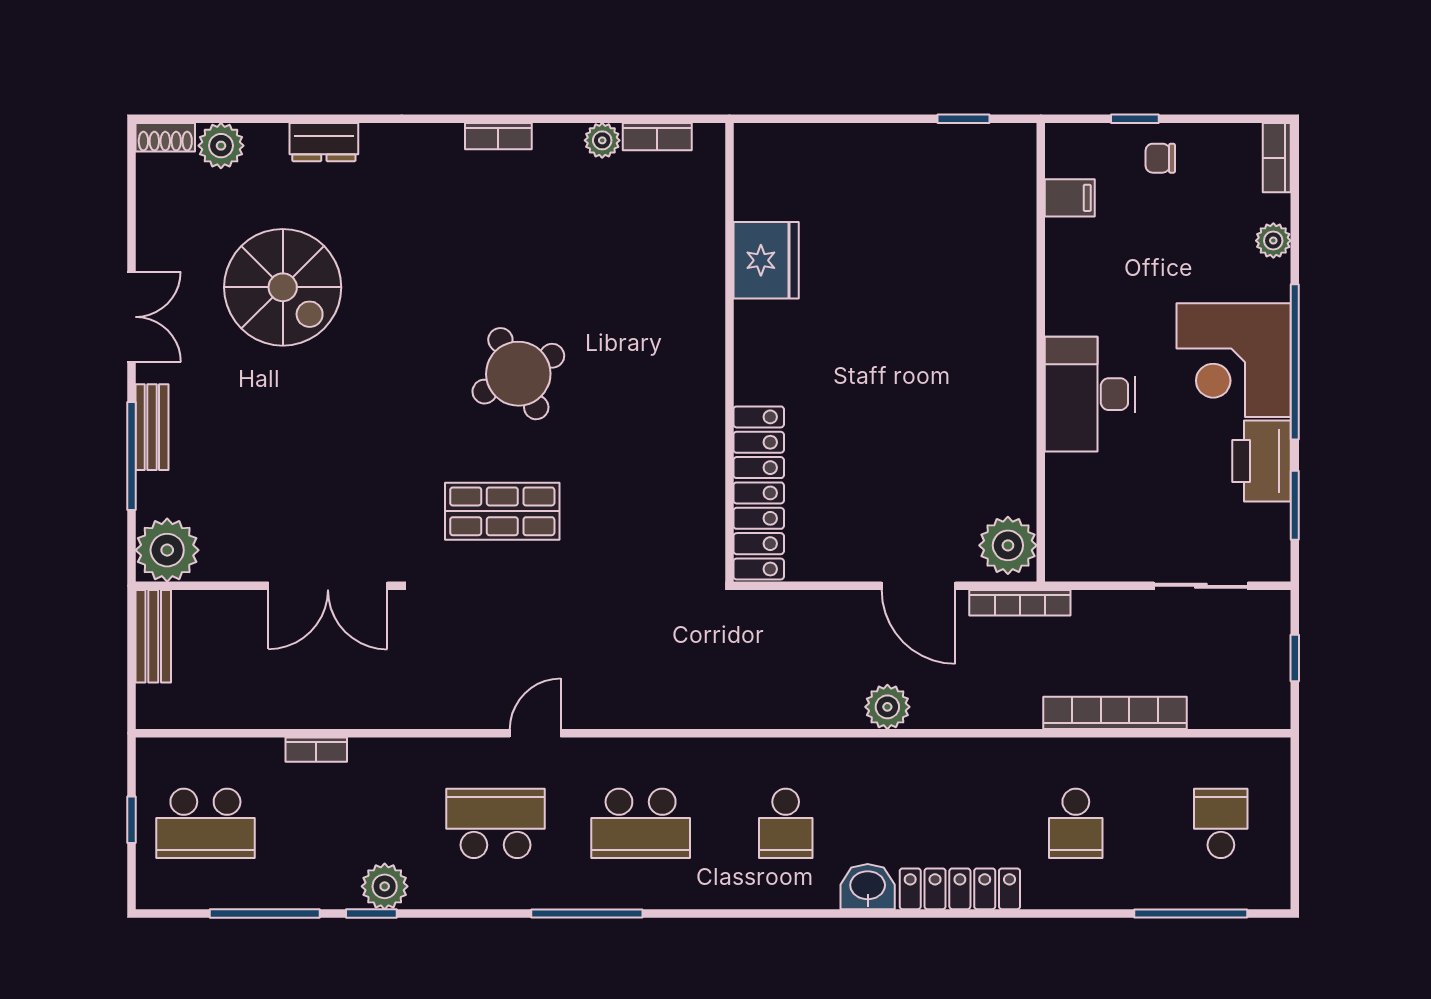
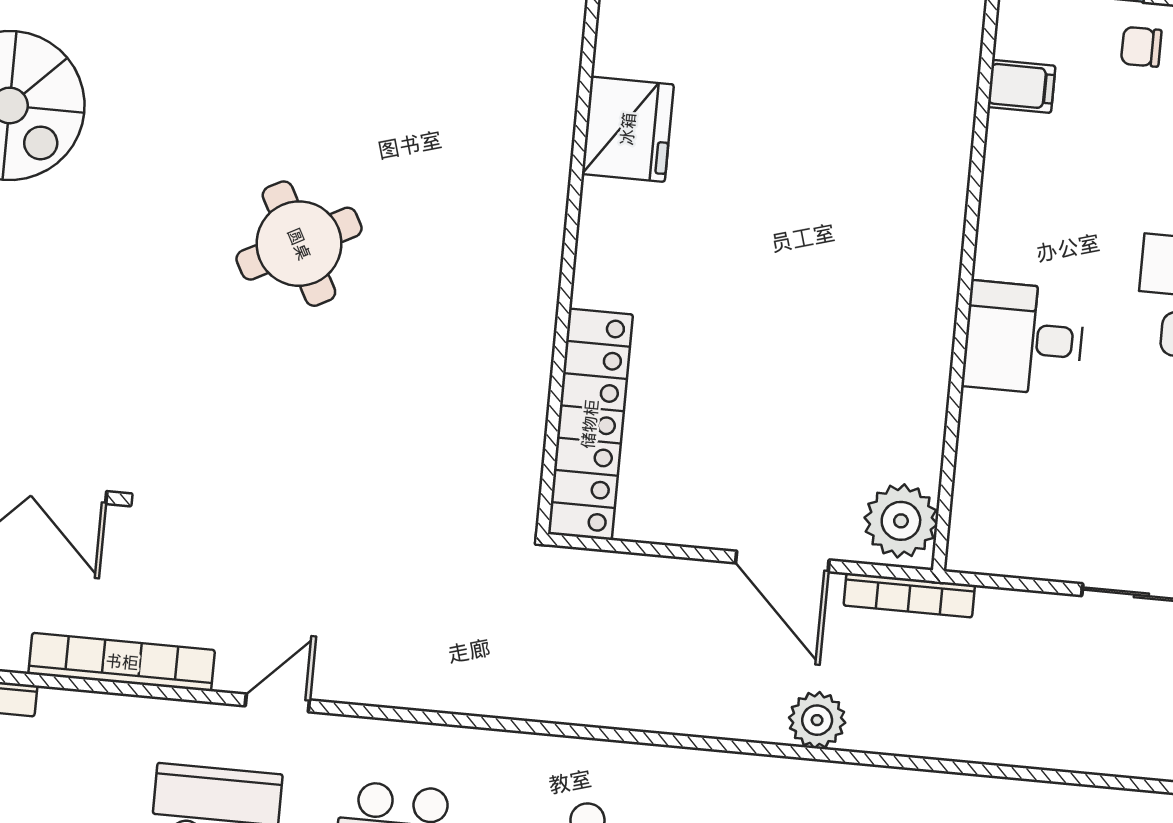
desk: (1090, 394) -> (1024, 338), width x0.73
shop shelf: (502, 511) -> (262, 417), removed
plant: (887, 707) -> (817, 720), moved
bookcase: (1115, 713) -> (122, 662), moved

